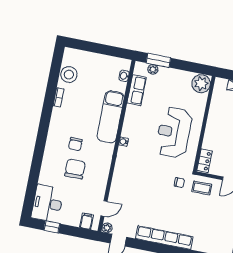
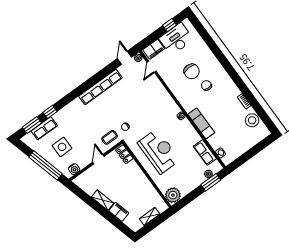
exam couch: (111, 117) -> (201, 123), width x0.73, depth x0.69
desk: (47, 203) -> (176, 39), moved, turned -90
filing cabinet: (87, 221) -> (154, 49), width x2.00

